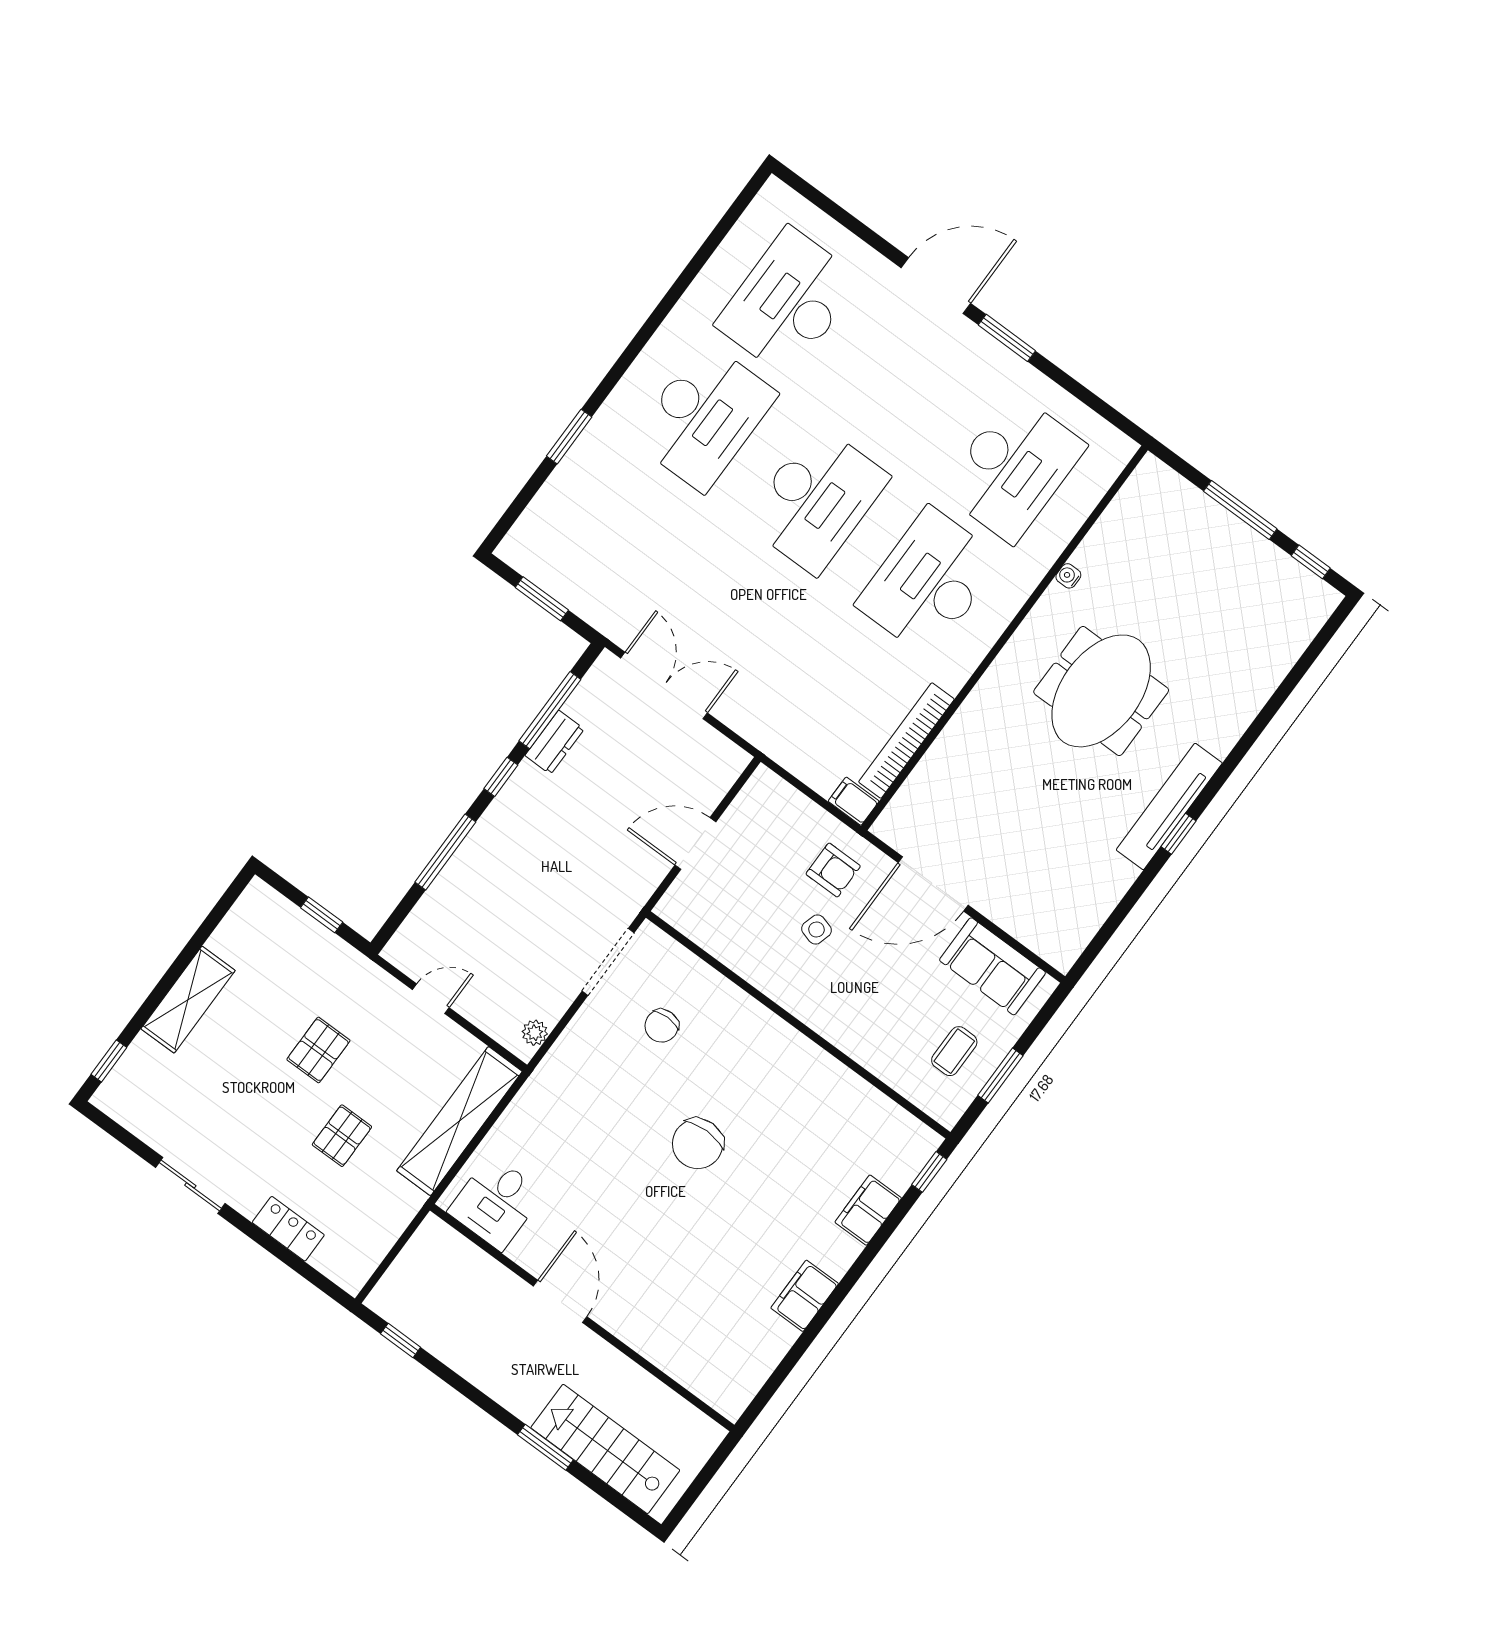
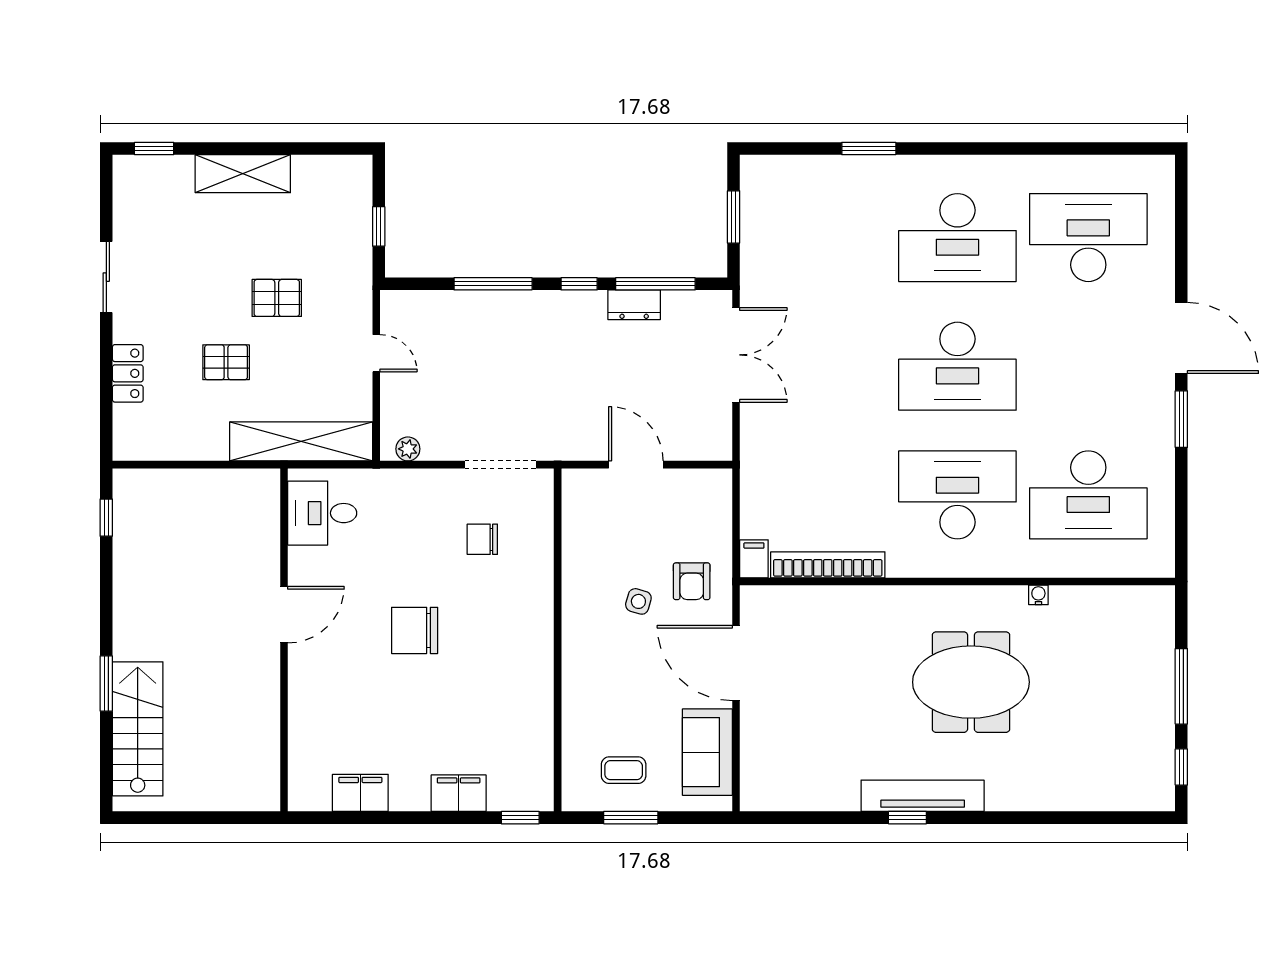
desk: (496, 1203) -> (322, 513), moved
door: (560, 1301) -> (284, 615), moved
wall: (582, 1318) -> (284, 640), moved

